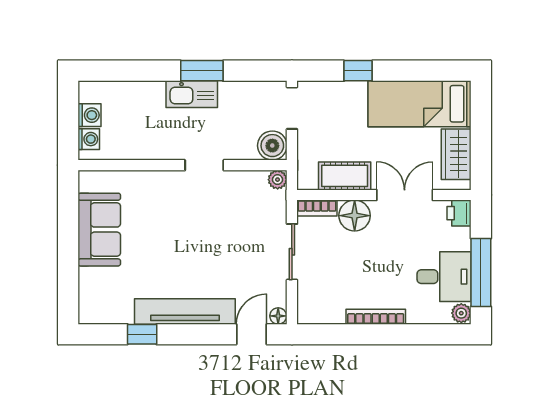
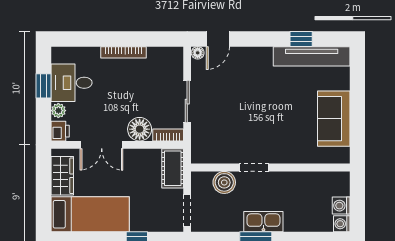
washing machine: (89, 139) -> (342, 224), moved
boiler: (272, 146) -> (224, 182), moved
cot: (345, 176) -> (173, 168), moved, turned 90
plant: (278, 180) -> (198, 157), removed
window: (481, 273) -> (44, 86), width x0.46
tv unit: (185, 311) -> (312, 56), moved
plant: (461, 313) -> (58, 111), moved

